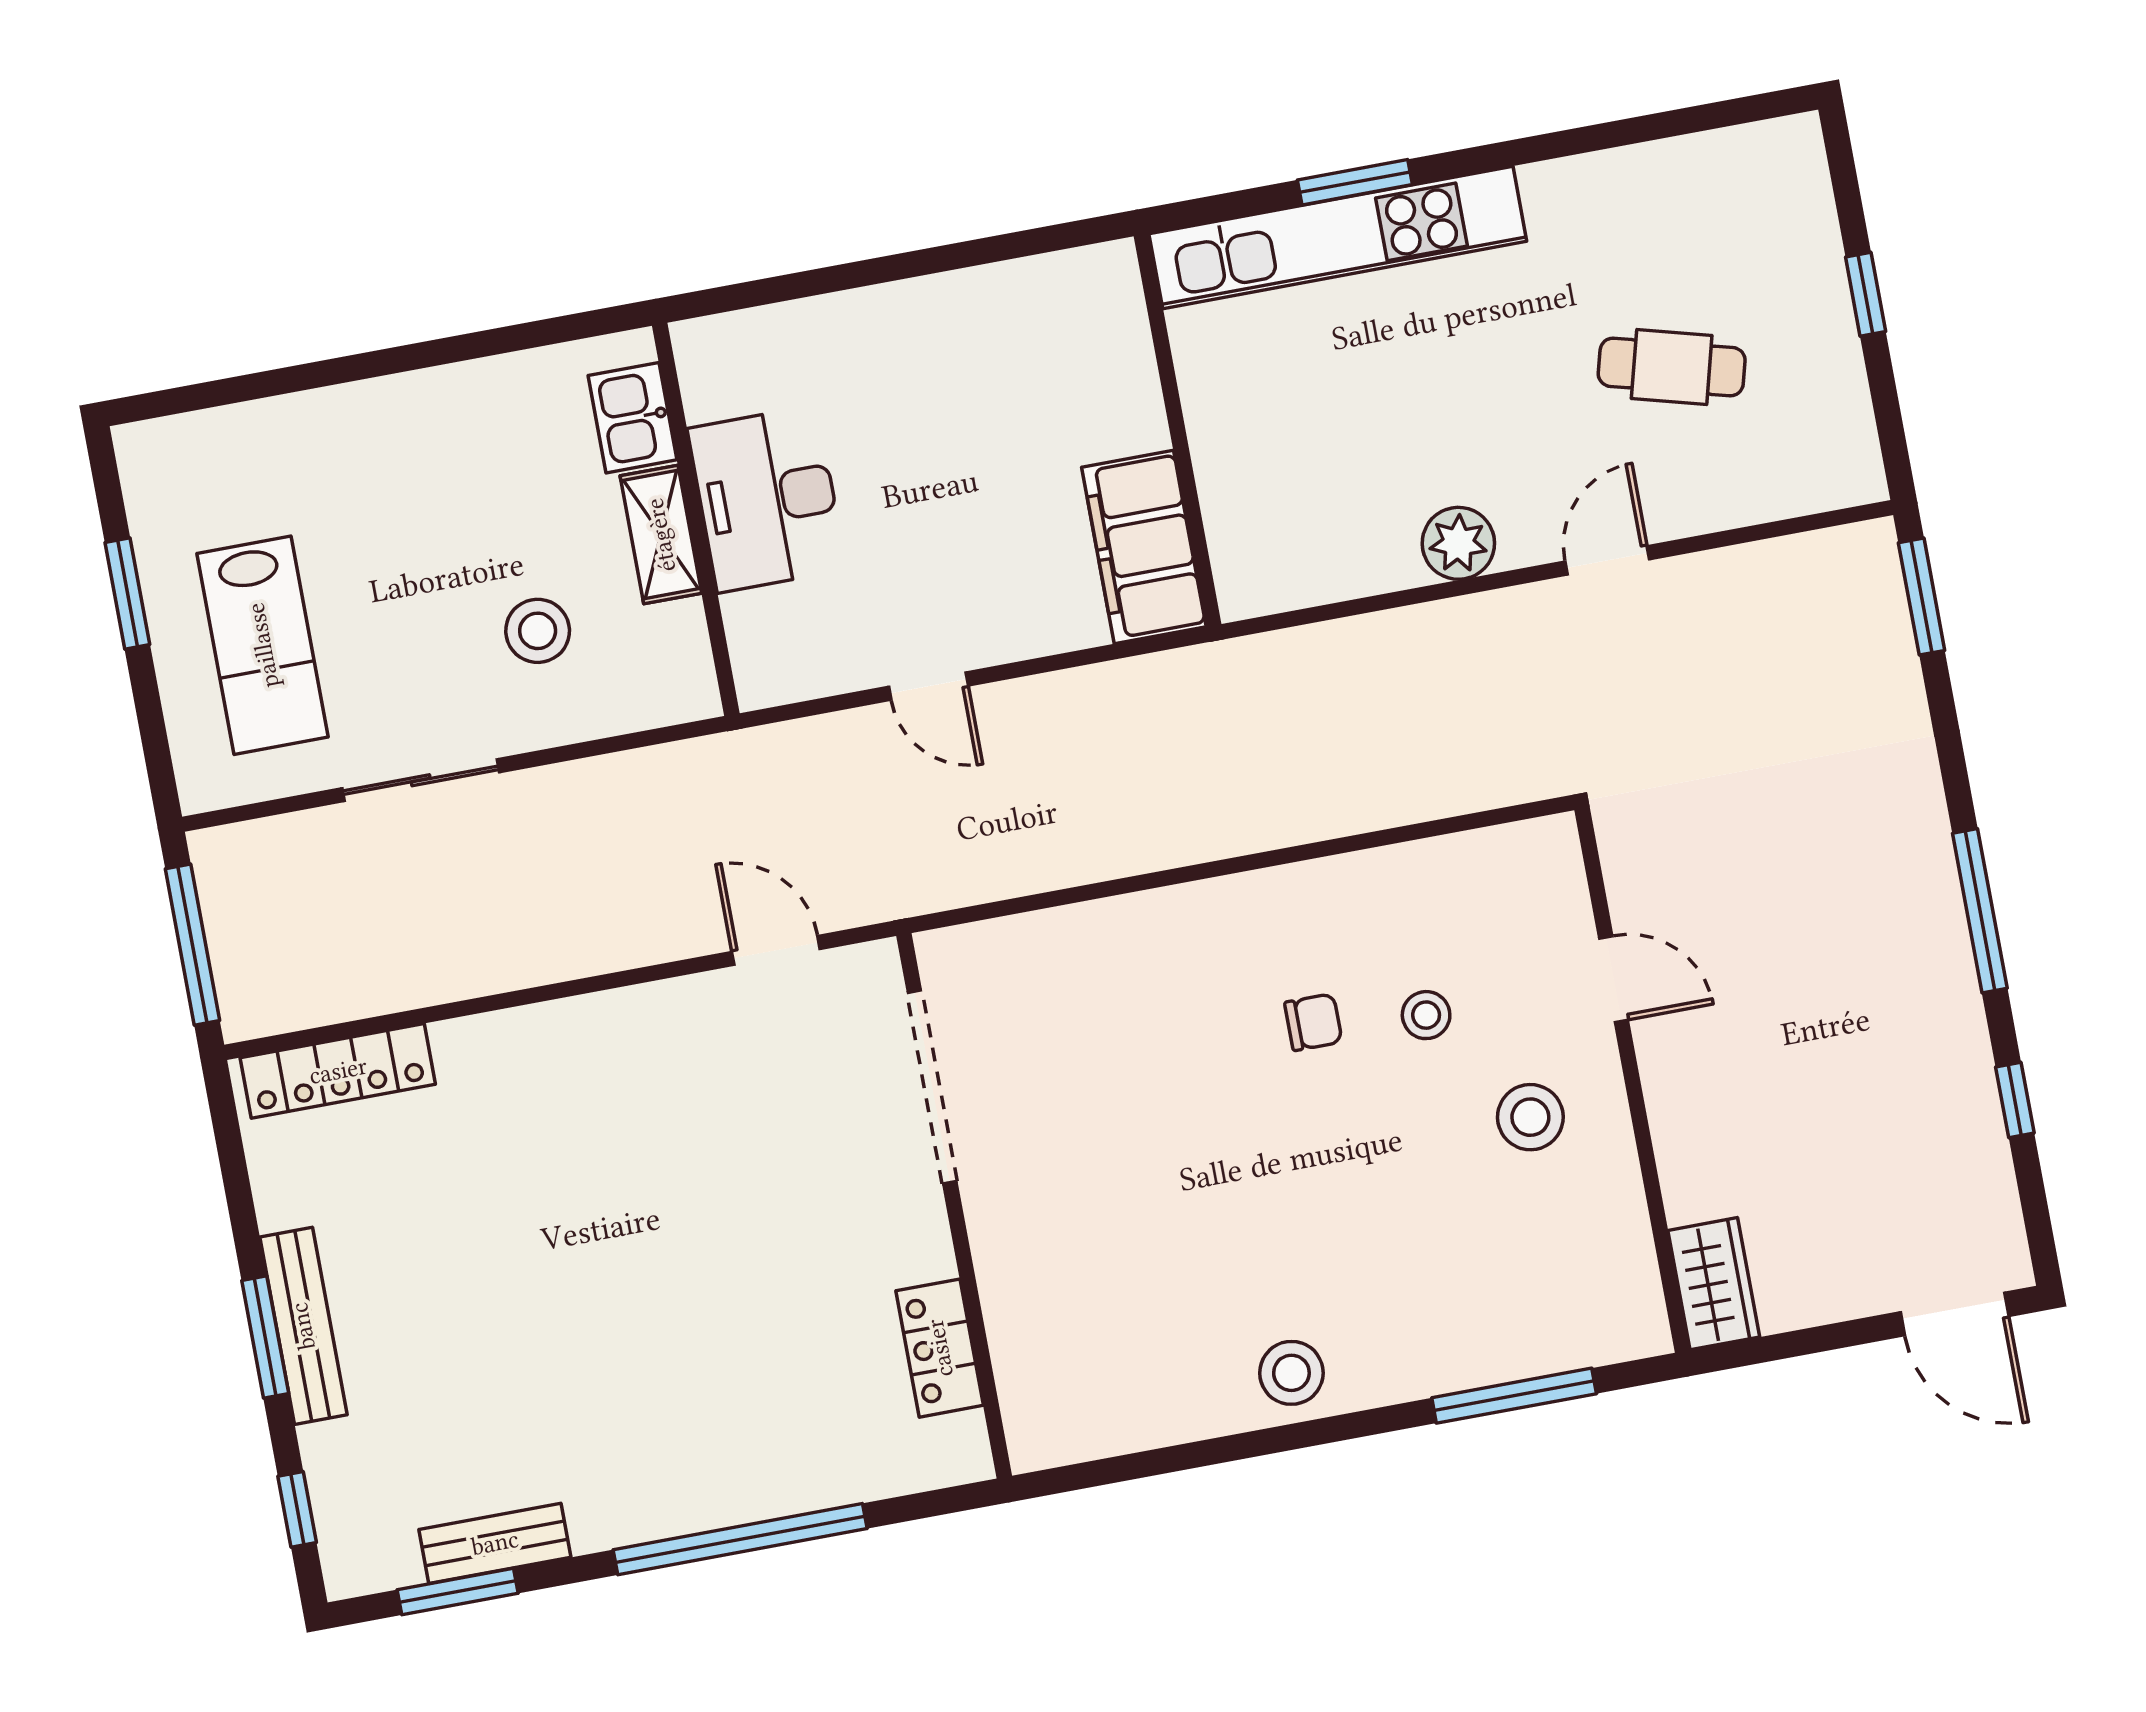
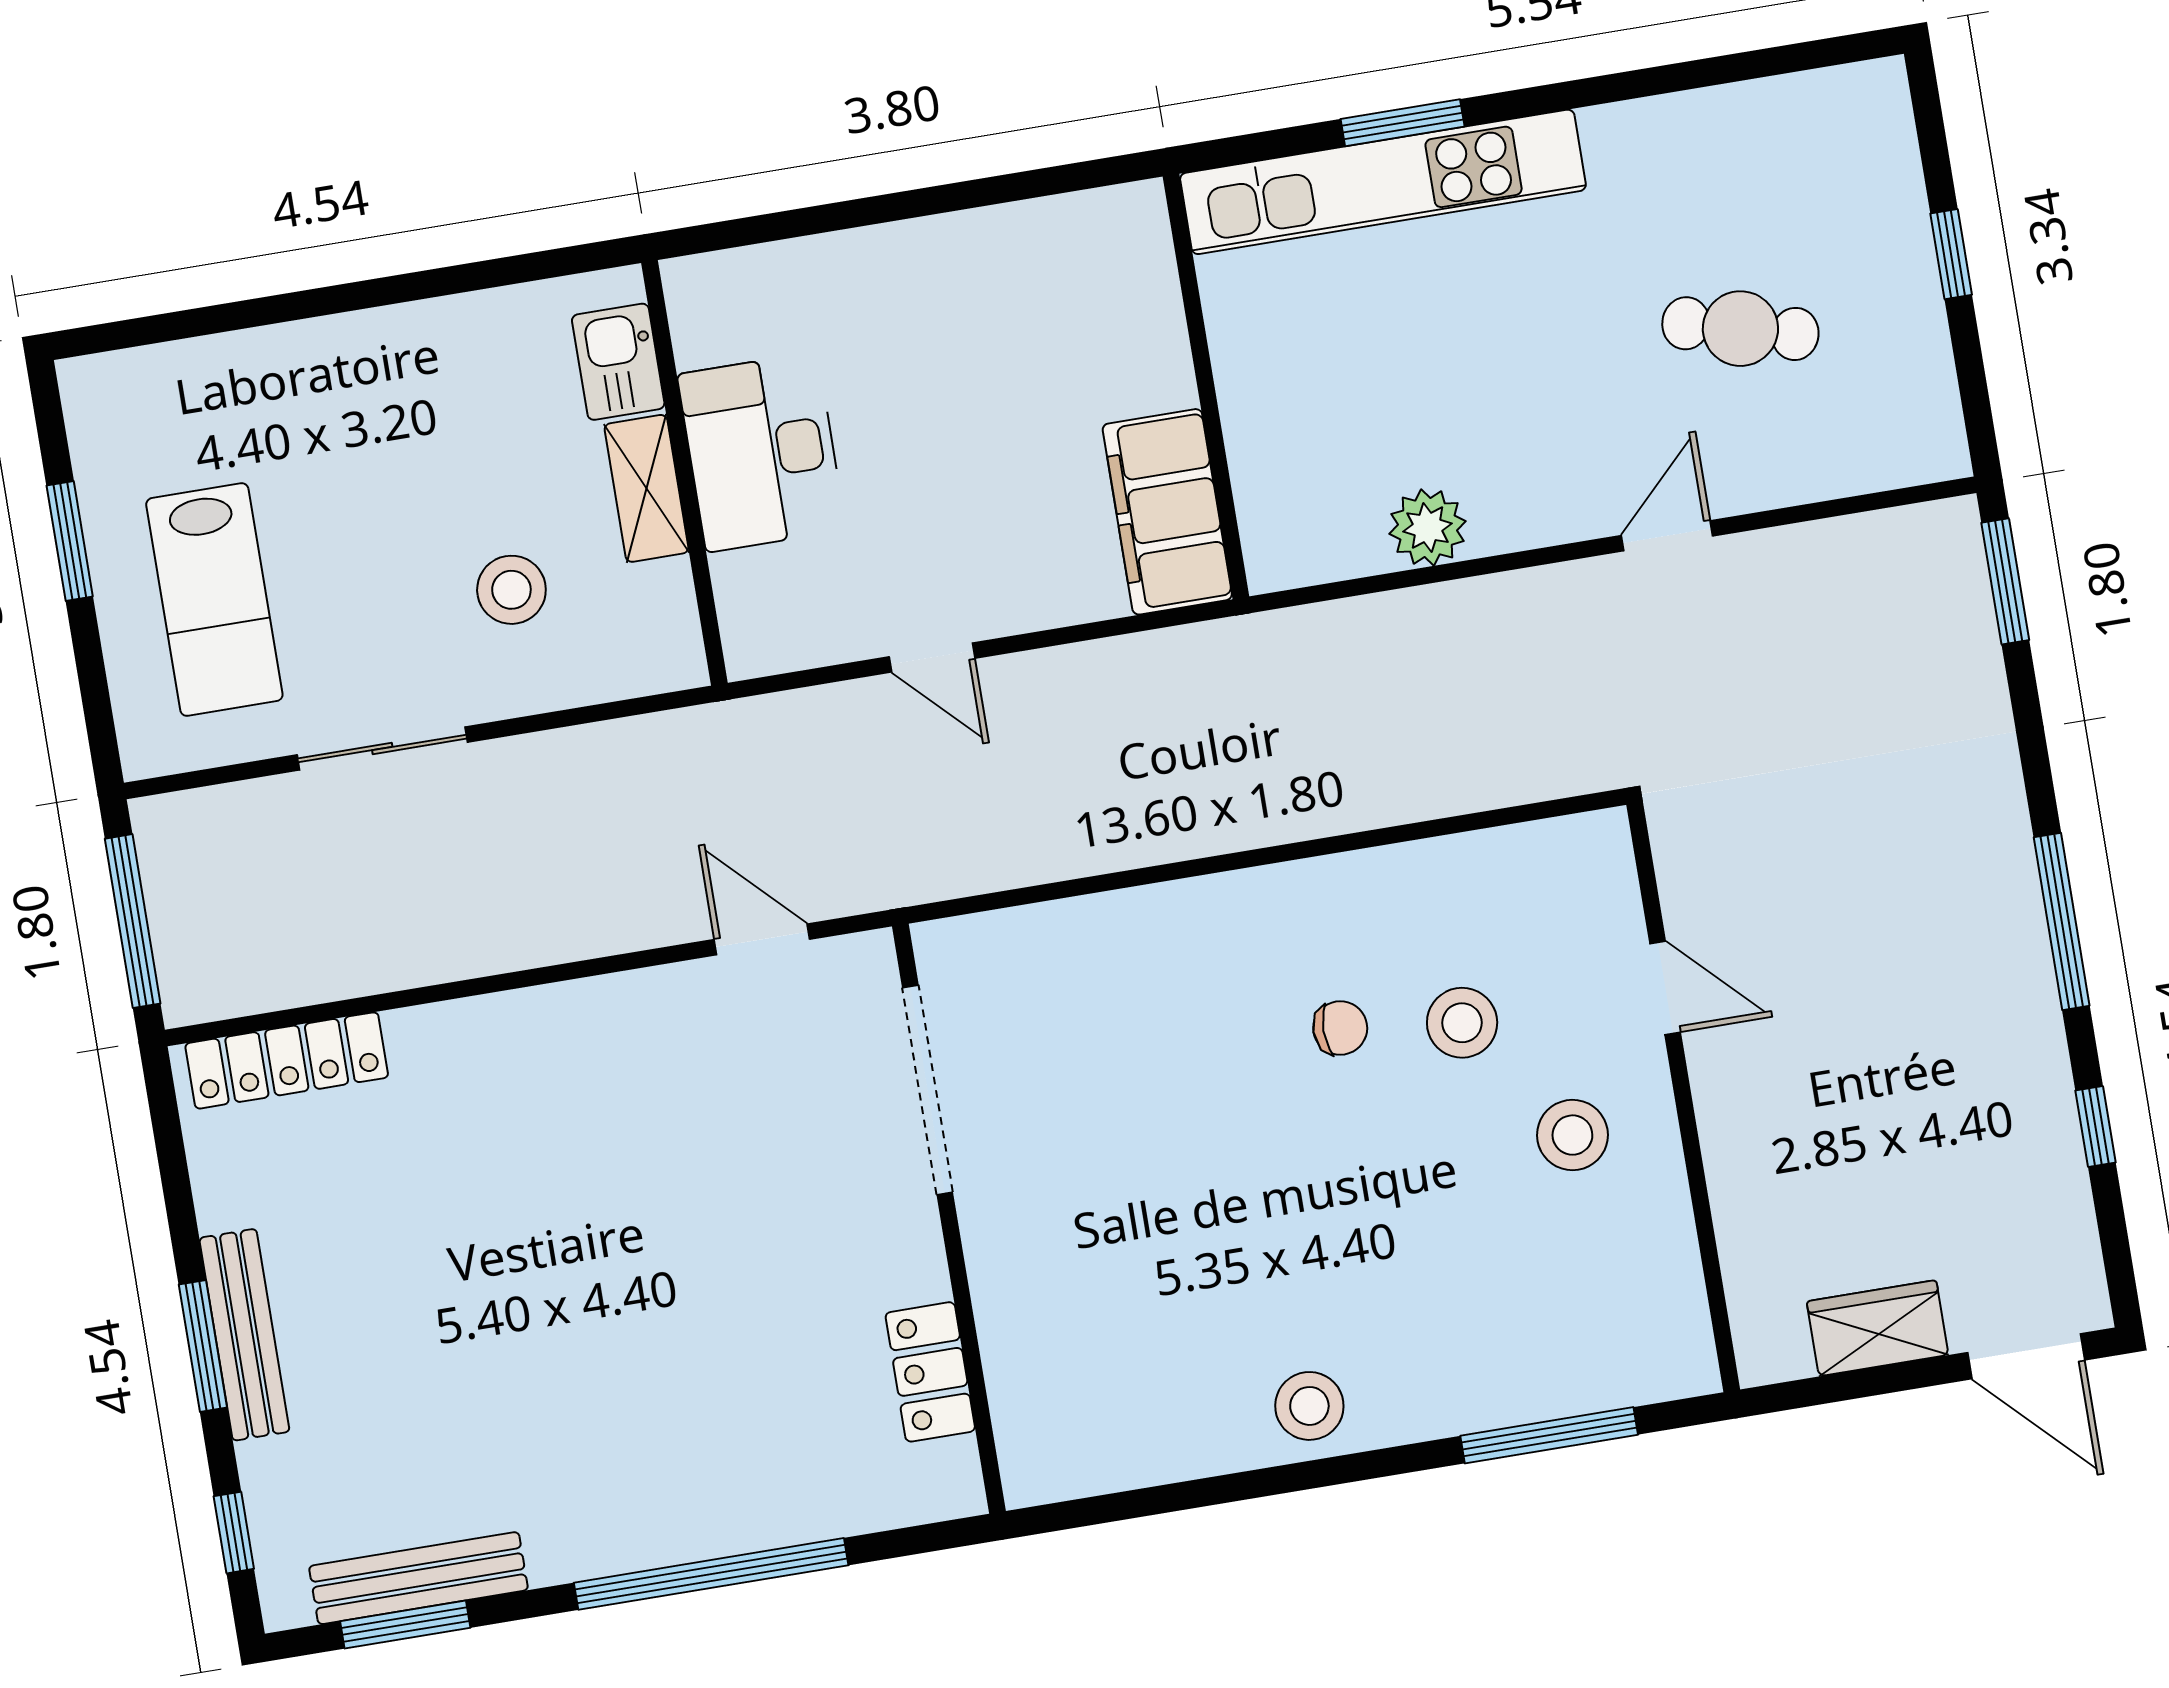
plant: (1458, 543) -> (1428, 528), moved
stool: (1426, 1015) -> (1462, 1023), width x1.37, depth x1.37
wardrobe: (1714, 1284) -> (1878, 1328), moved, turned -90
bench: (495, 1543) -> (418, 1578), width x1.36

